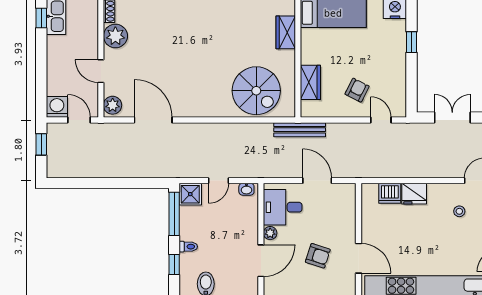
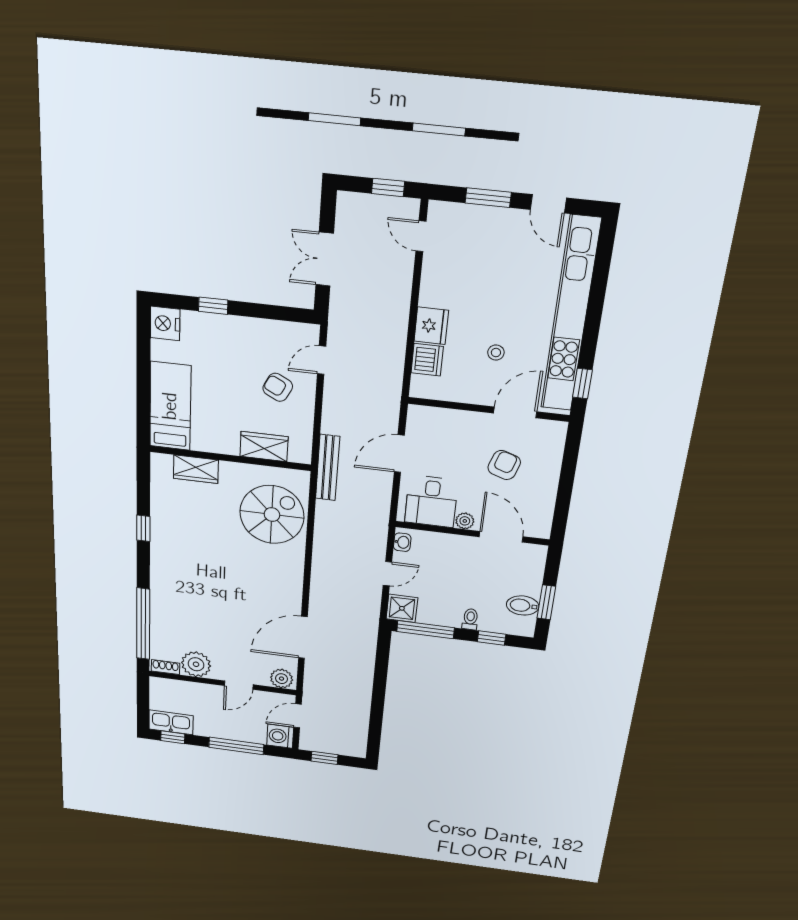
window: (41, 71) -> (236, 746), added
door: (219, 181) -> (387, 574), hinge flipped
stool: (459, 211) -> (496, 353), moved

